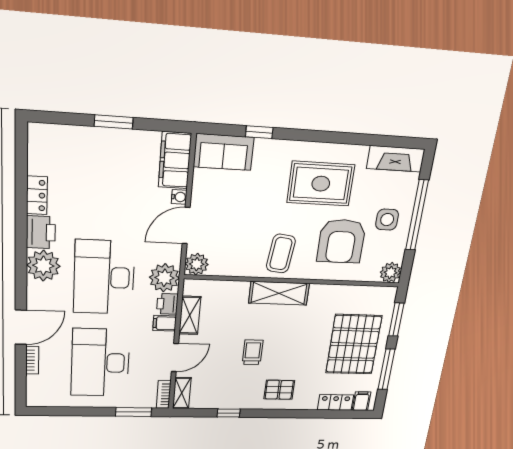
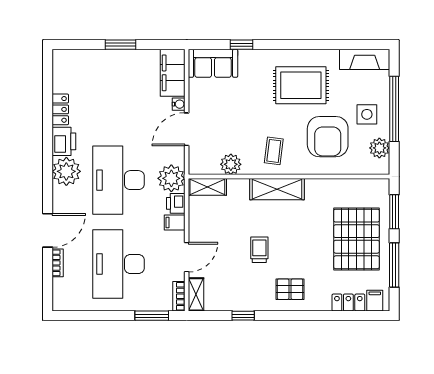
coffee table: (281, 254) -> (274, 151), width x0.73, depth x0.77
plant: (197, 264) -> (231, 164), moved
plant: (390, 273) -> (379, 148), moved
shelving: (190, 315) -> (207, 187), moved, turned 90

